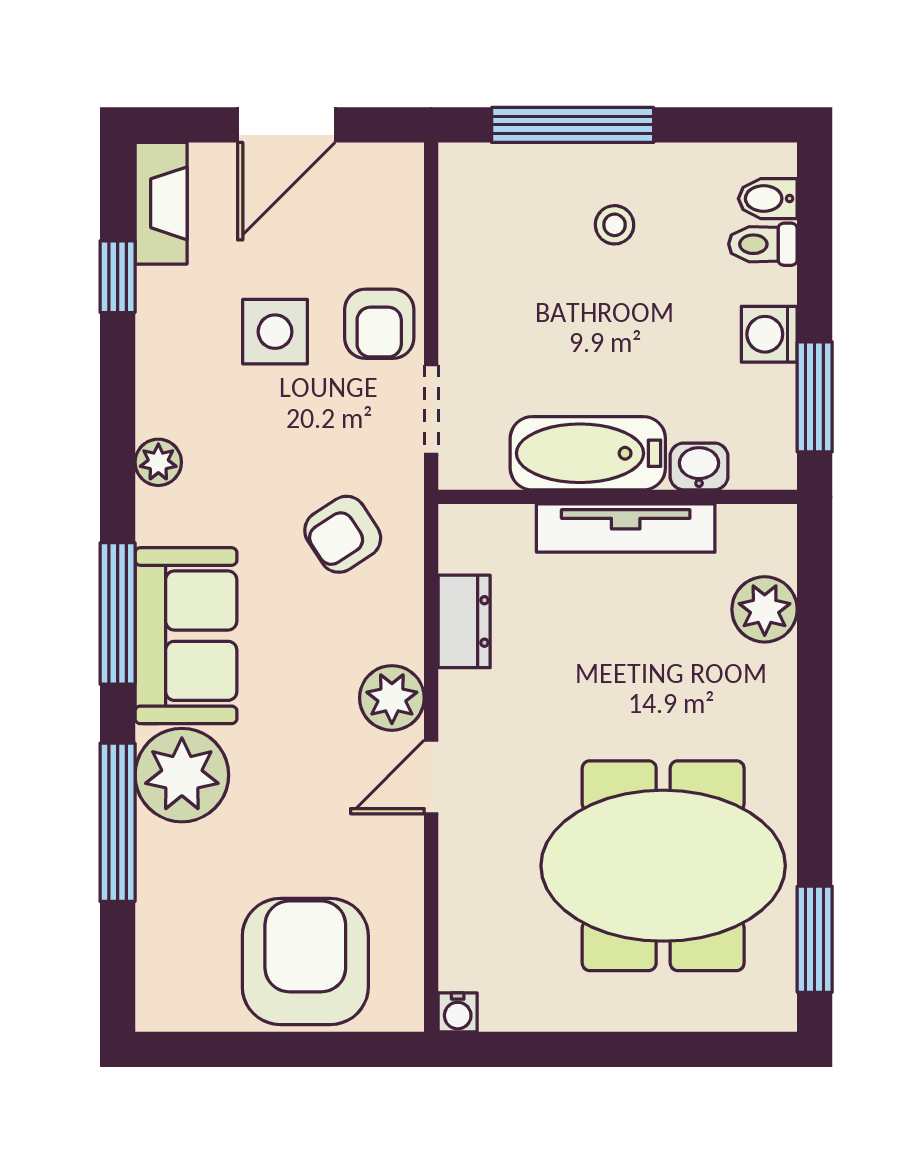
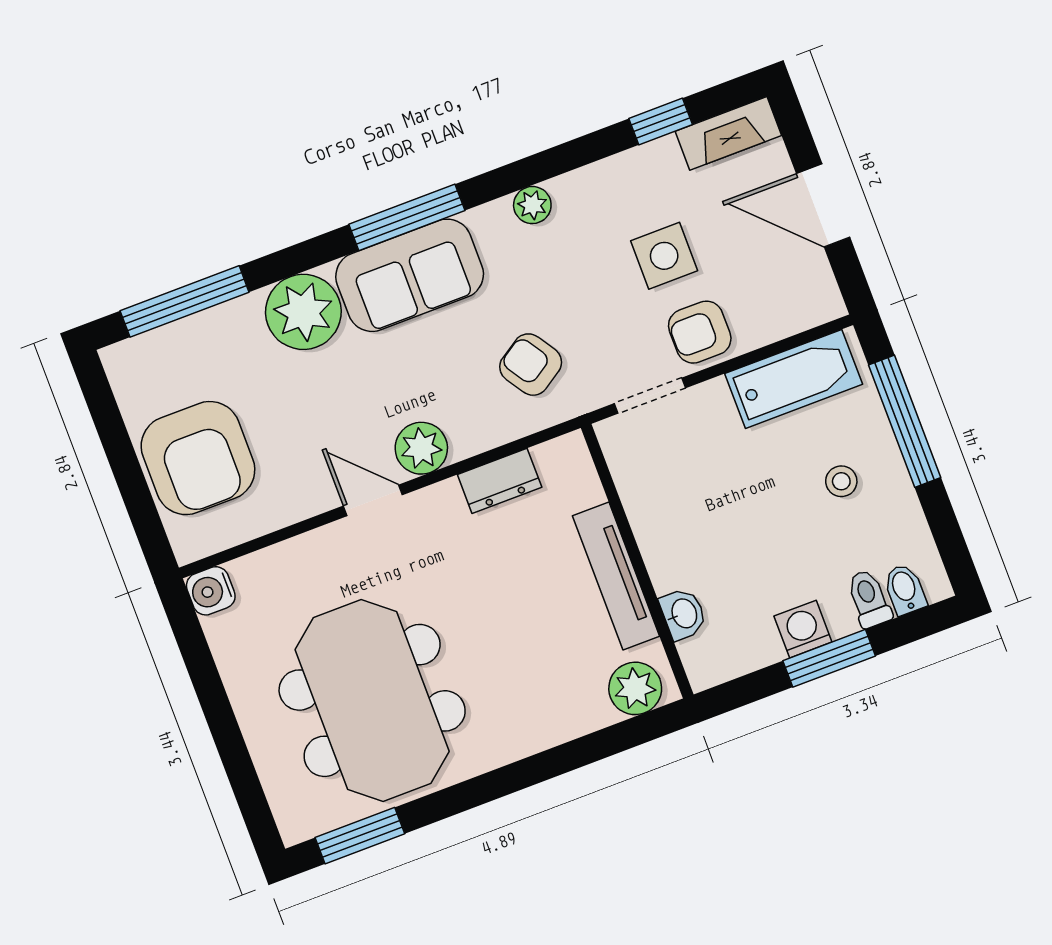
window: (815, 397) -> (829, 658), moved
bathtub: (588, 453) -> (794, 379), moved, turned 90
plant: (765, 609) -> (635, 688), moved
window: (118, 822) -> (185, 301), moved
armchair: (305, 962) -> (198, 458), turned 90
water cooler: (458, 1012) -> (211, 591), width x1.38, depth x1.38

